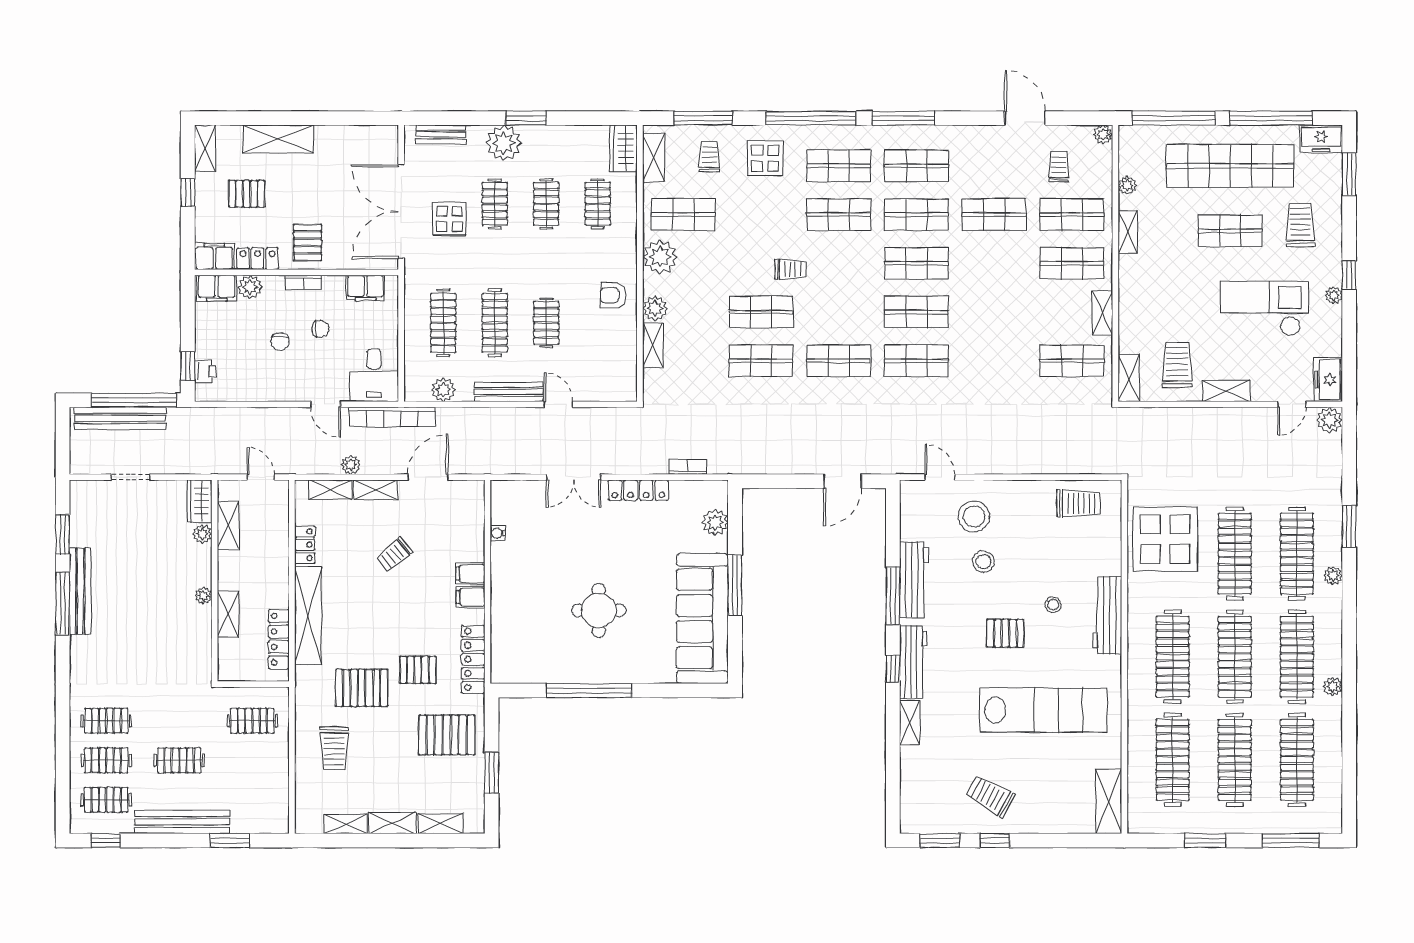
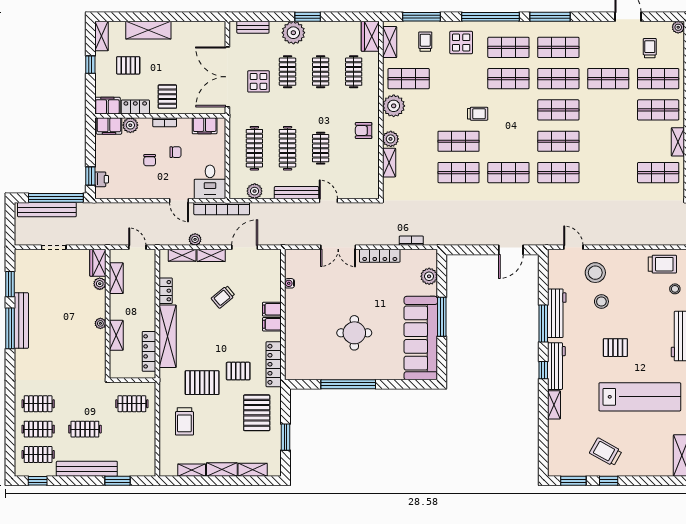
stool: (1053, 605) -> (675, 289), moved
pallet: (447, 735) -> (257, 413), turned 90

